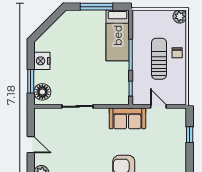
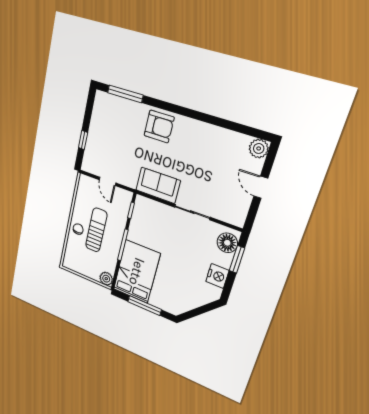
plant: (180, 16) -> (106, 279), moved
bed: (118, 35) -> (137, 272), width x1.50
sun lounger: (159, 59) -> (96, 230), turned 180
sofa: (127, 118) -> (158, 185), moved

